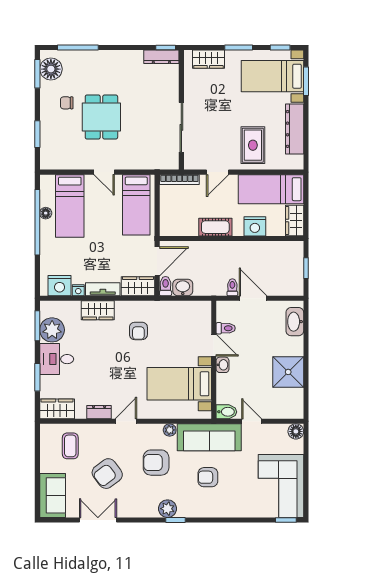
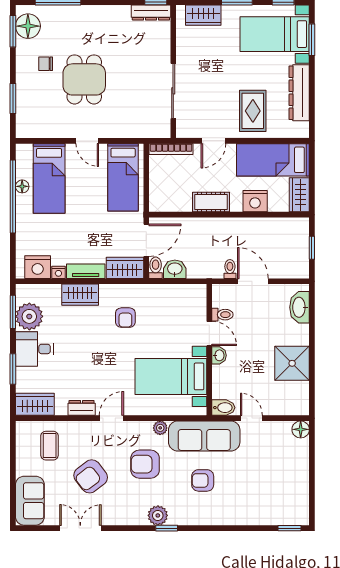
corner sofa: (281, 486) -> (284, 490), removed

